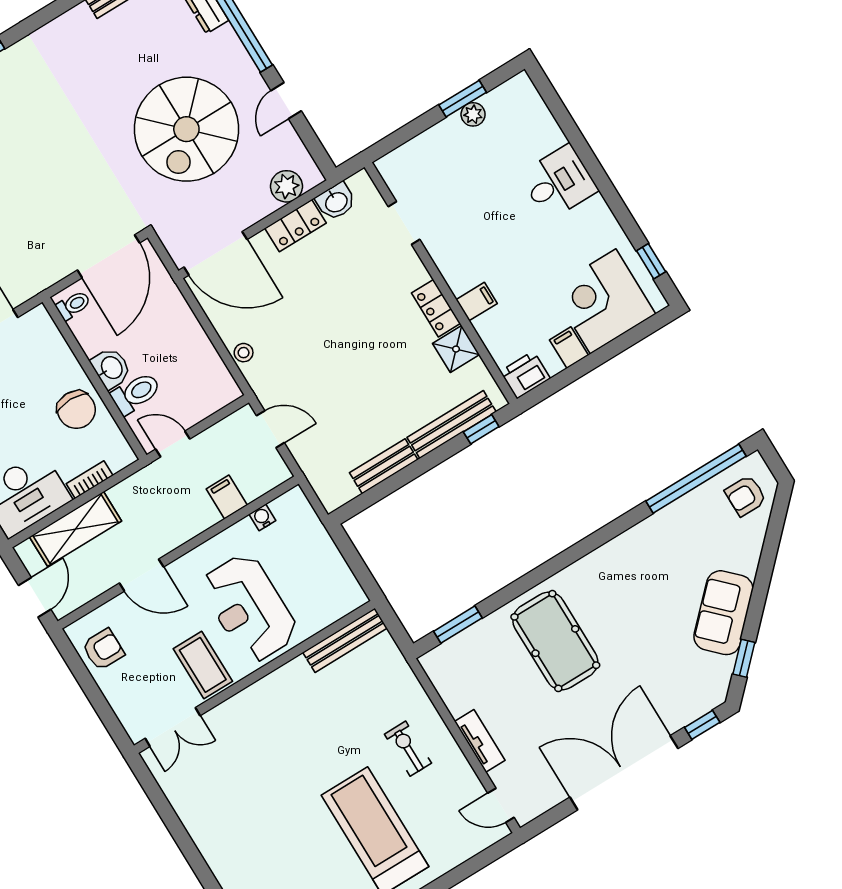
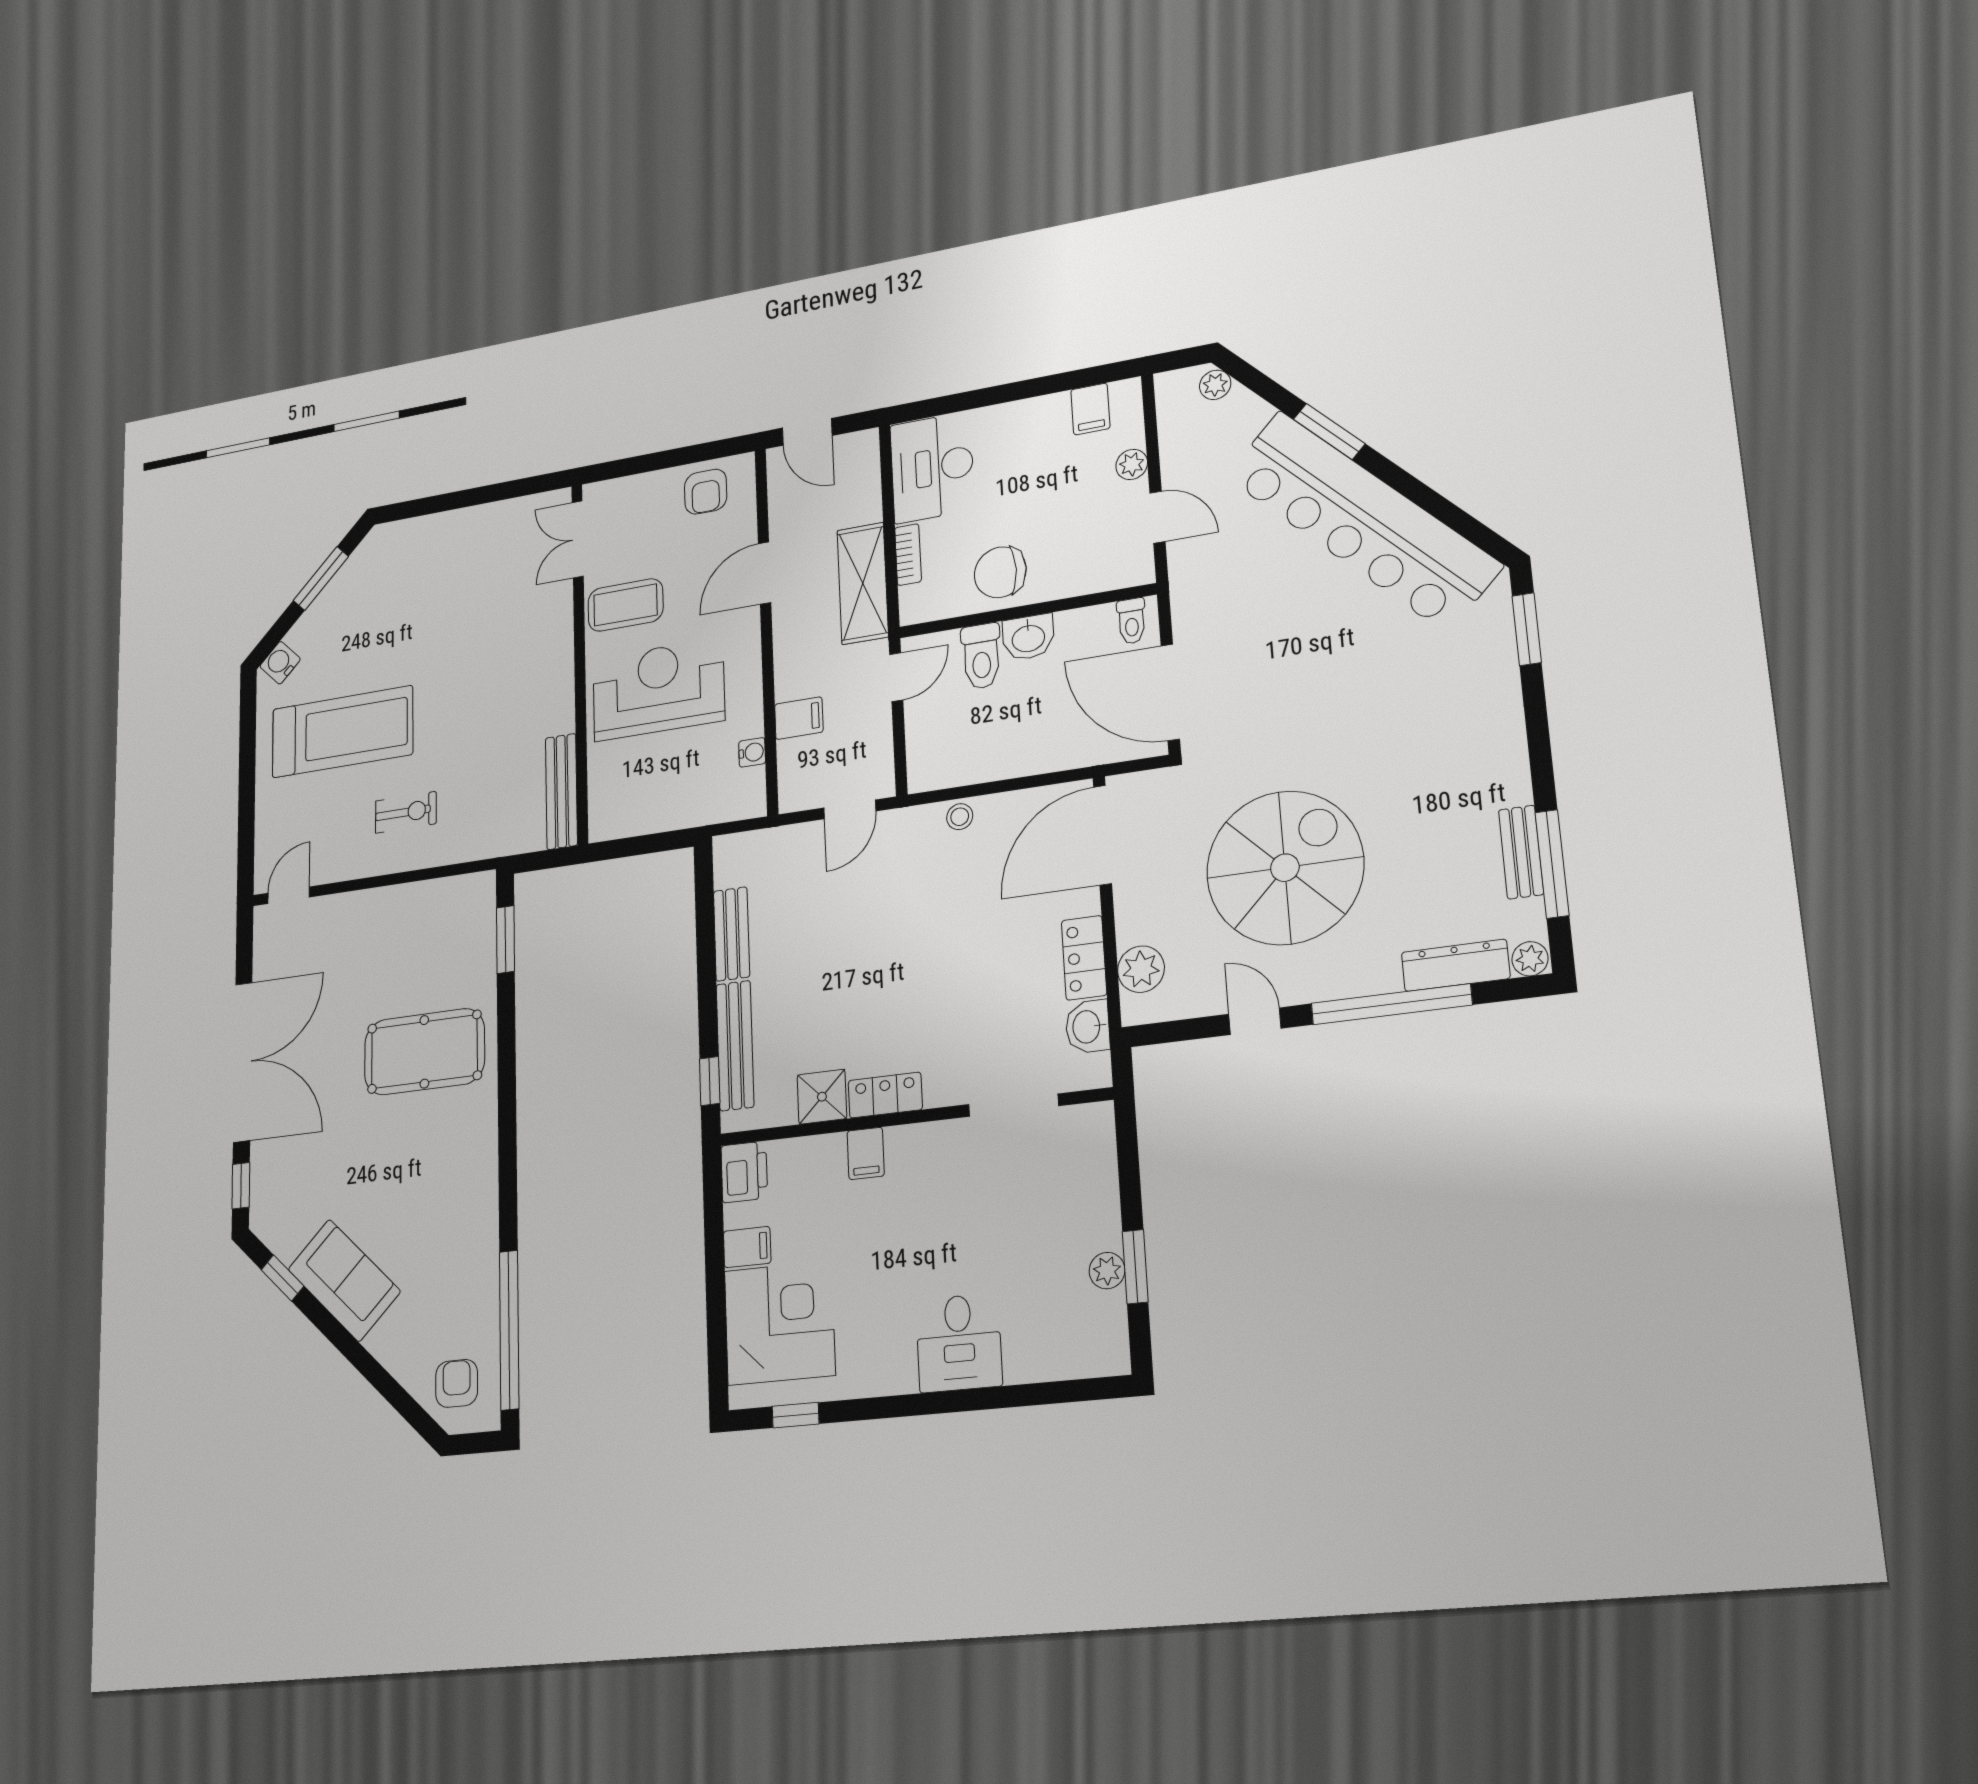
spiral stairs: (186, 129) -> (1285, 868), turned 90
doorway: (404, 223) -> (1013, 1105), width x1.38
shelving: (75, 529) -> (863, 583), moved
tv unit: (480, 741) -> (368, 904), removed

